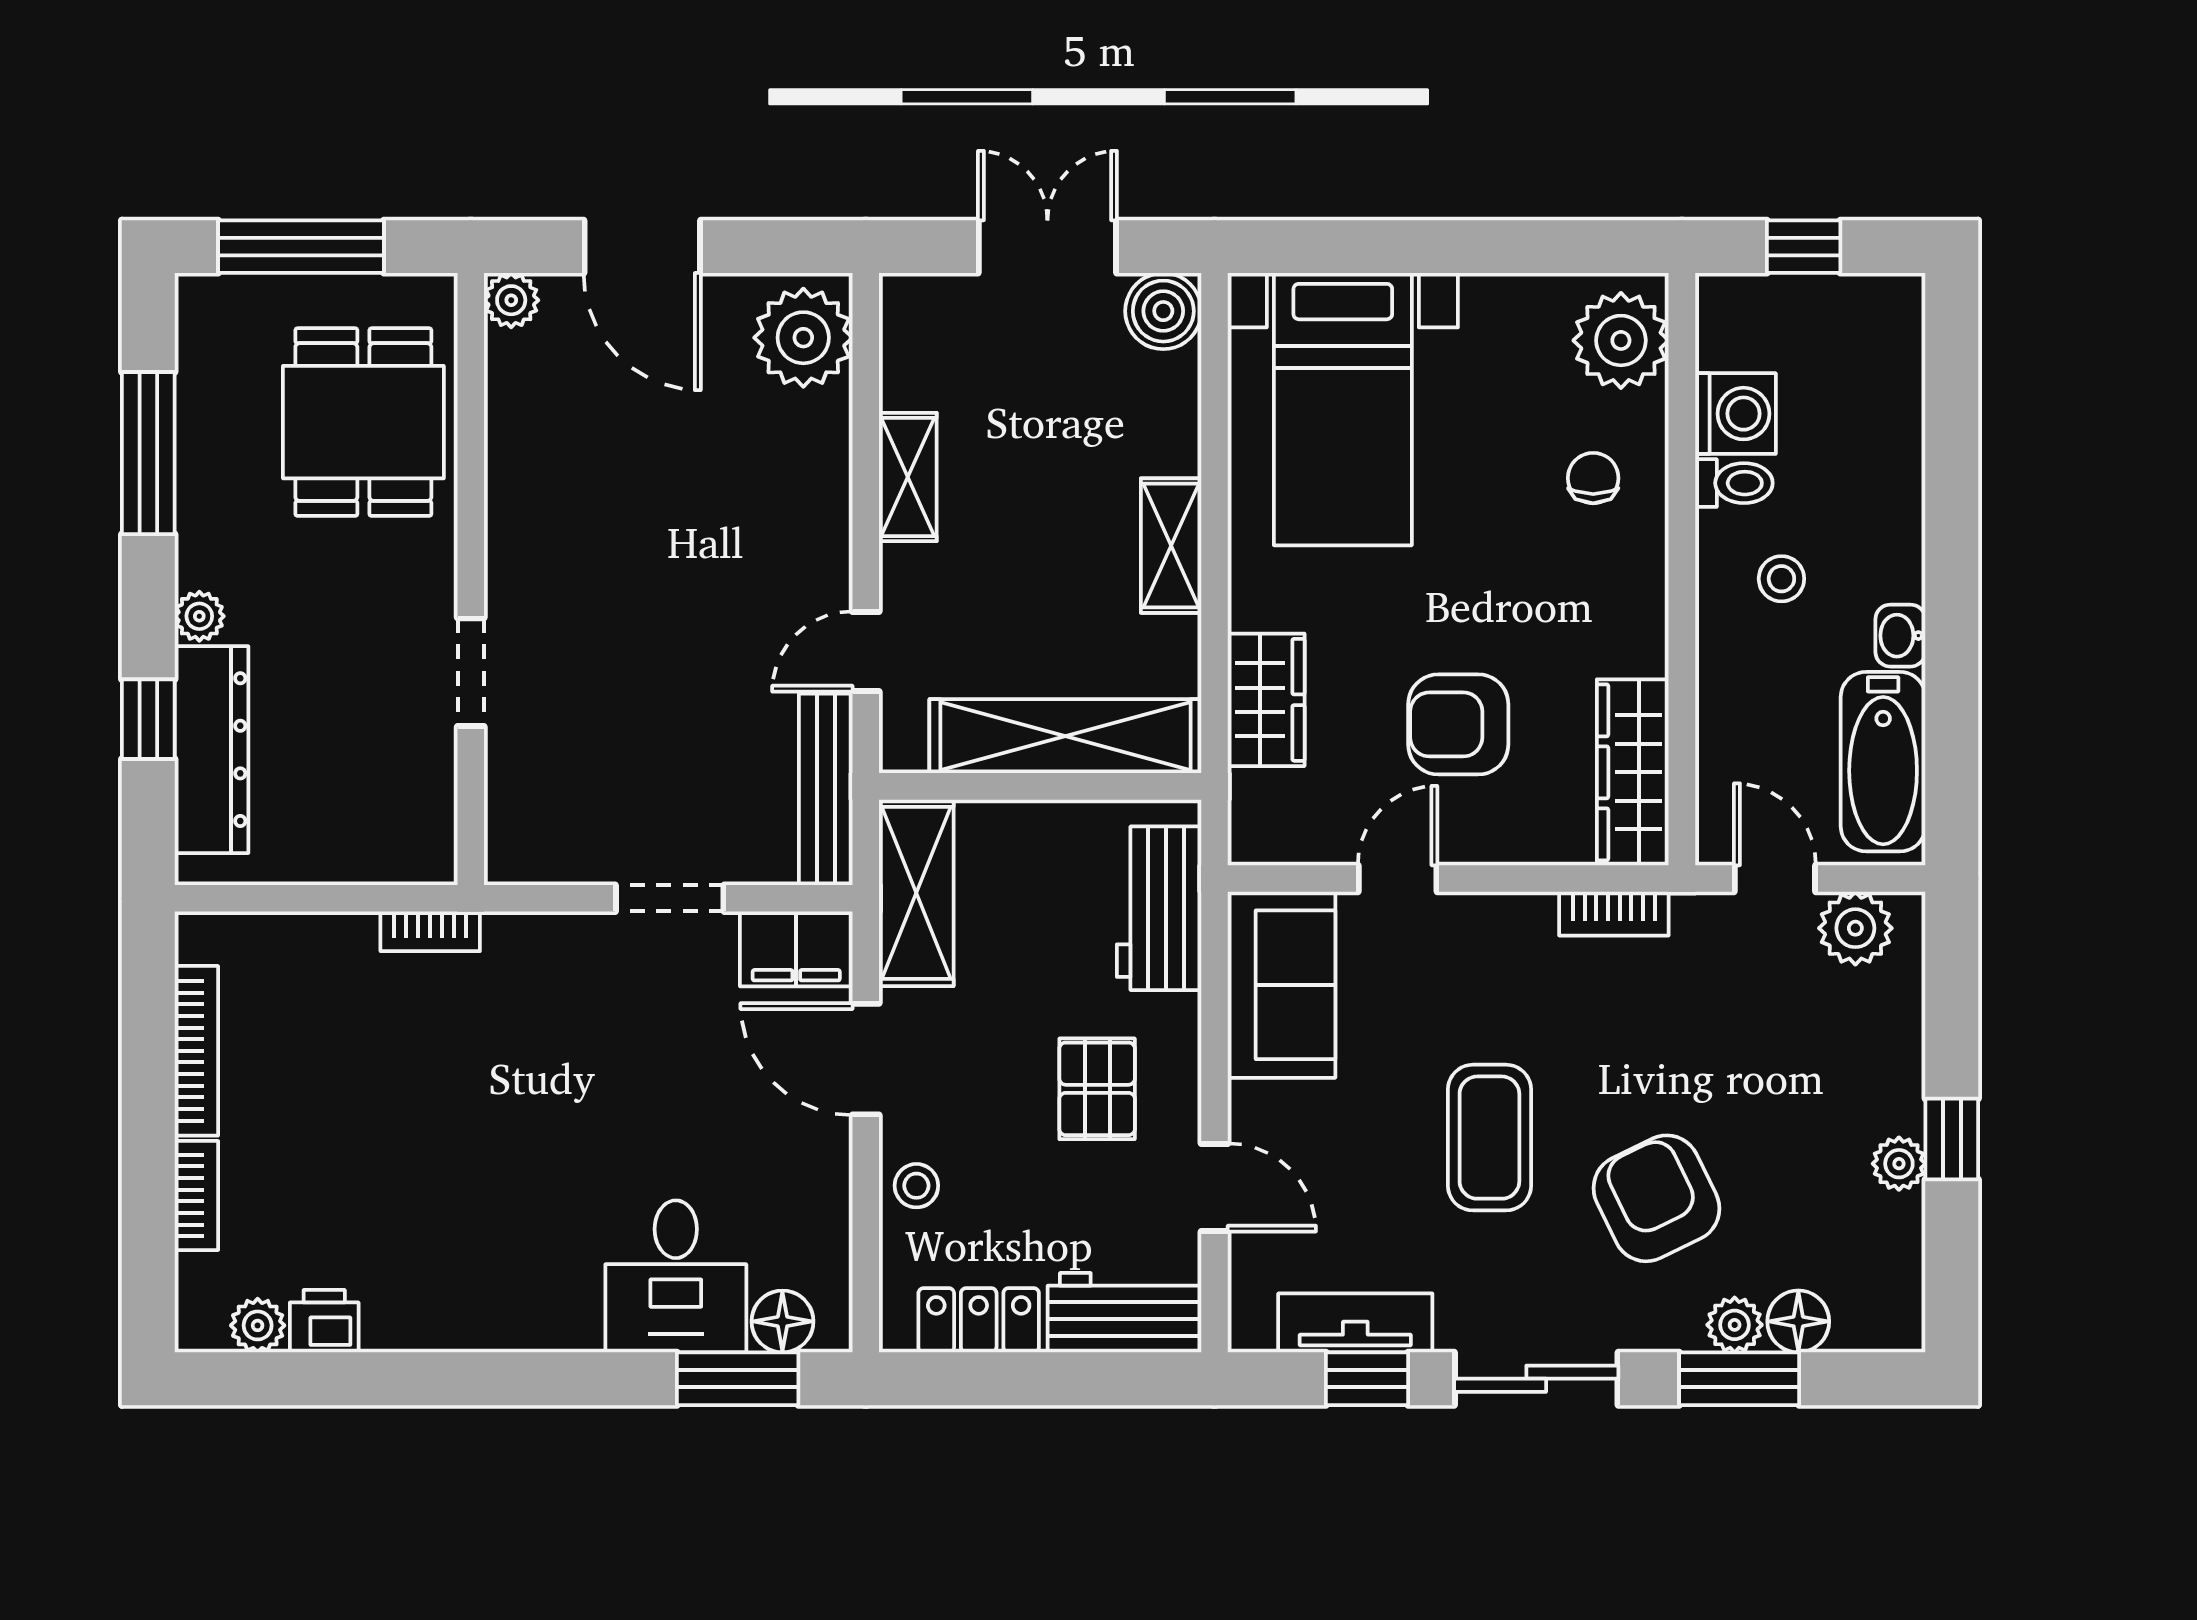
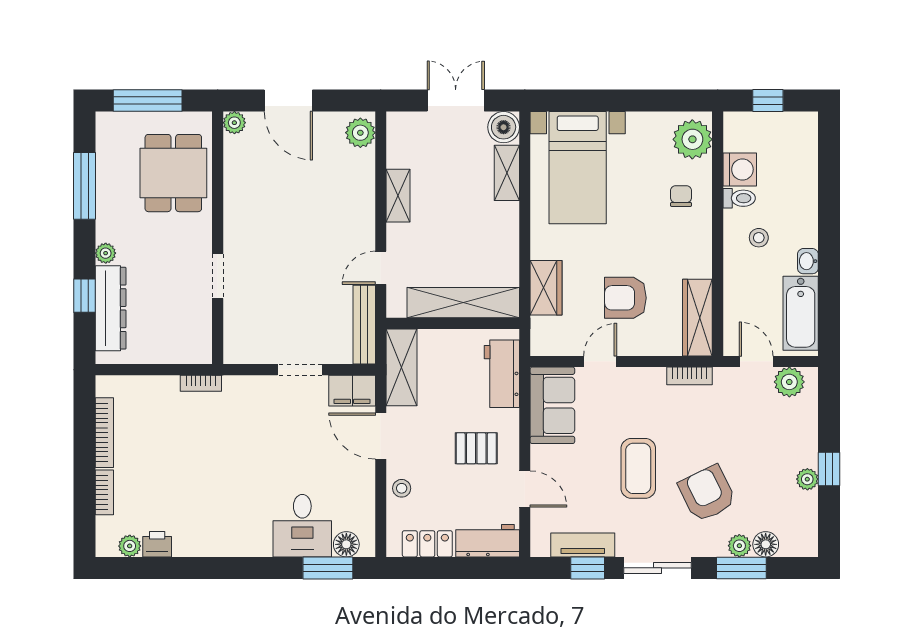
plant: (803, 338) -> (360, 133), width x0.73, depth x0.73
shelving: (1171, 546) -> (507, 173), moved
pallet: (1097, 1089) -> (476, 448), turned 90

